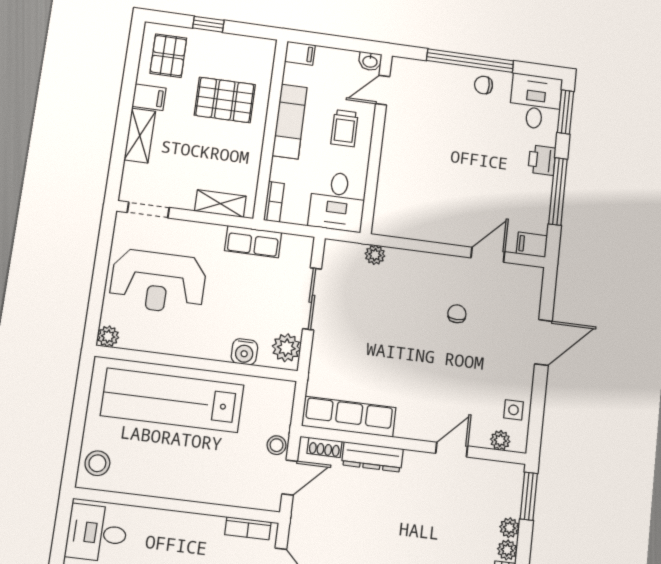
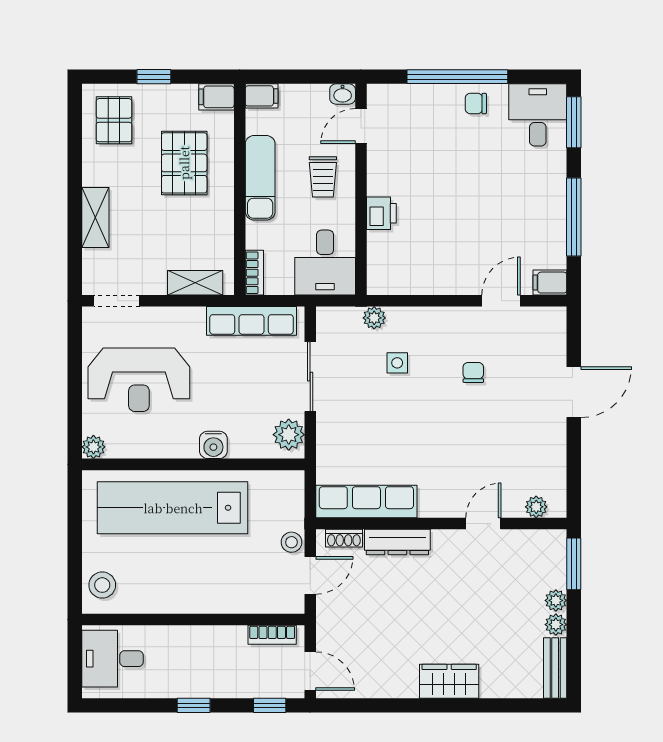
filing cabinet: (149, 97) -> (216, 97), moved, turned 180
pallet: (225, 100) -> (184, 163), turned 90
printer: (542, 160) -> (381, 213), moved, turned 180
row of seats: (253, 242) -> (252, 321), width x1.48
water cooler: (244, 352) -> (213, 445), moved
side table: (514, 410) -> (397, 363), moved

